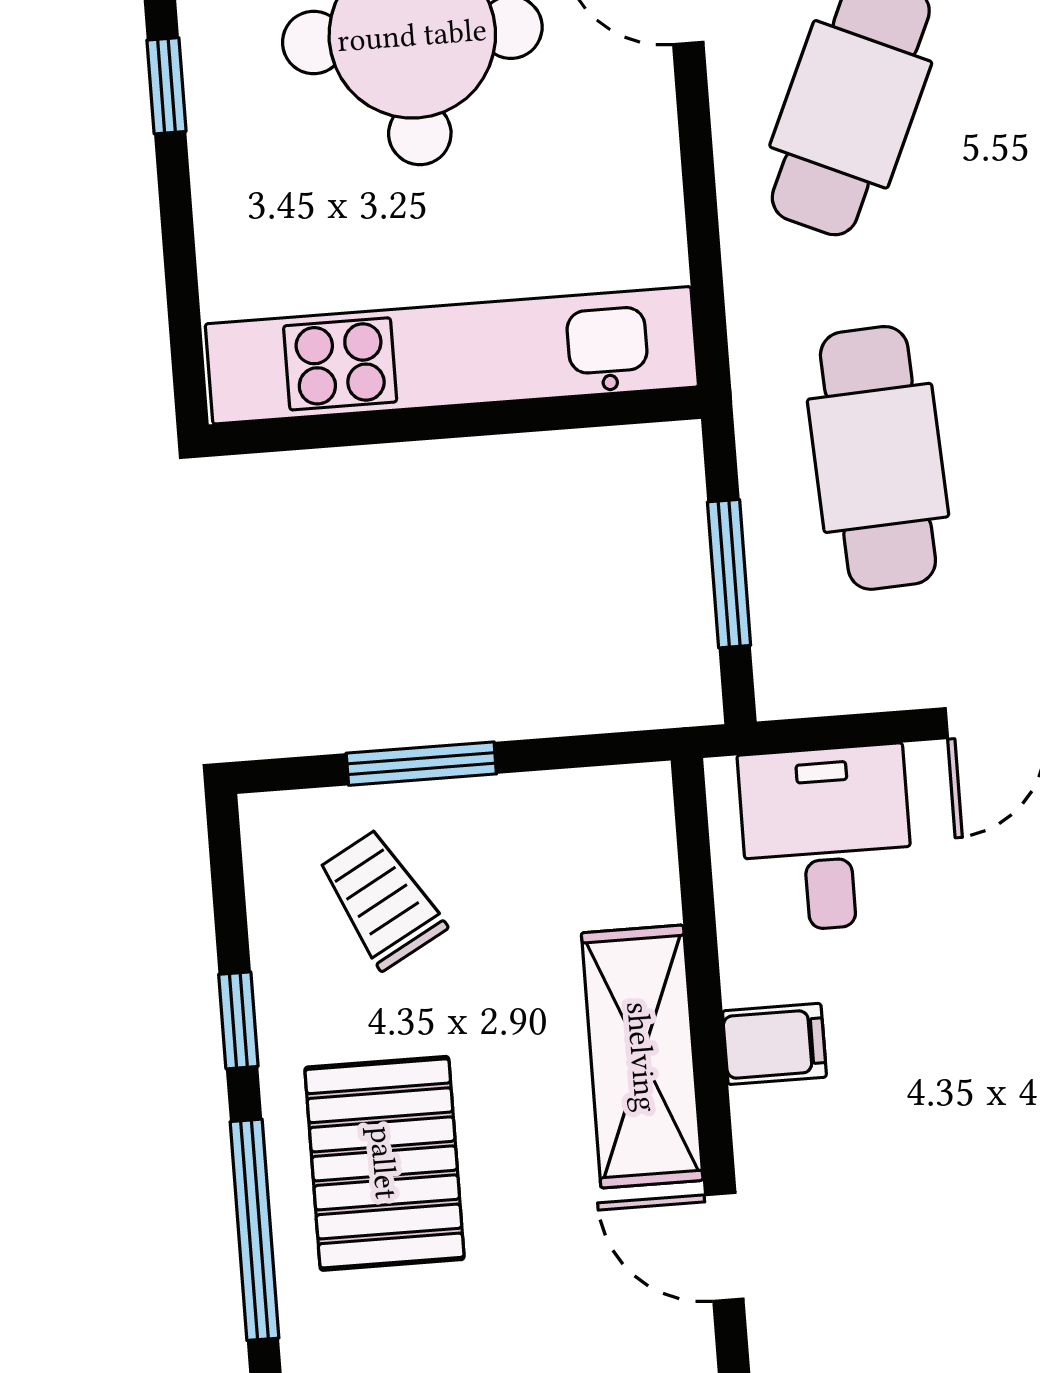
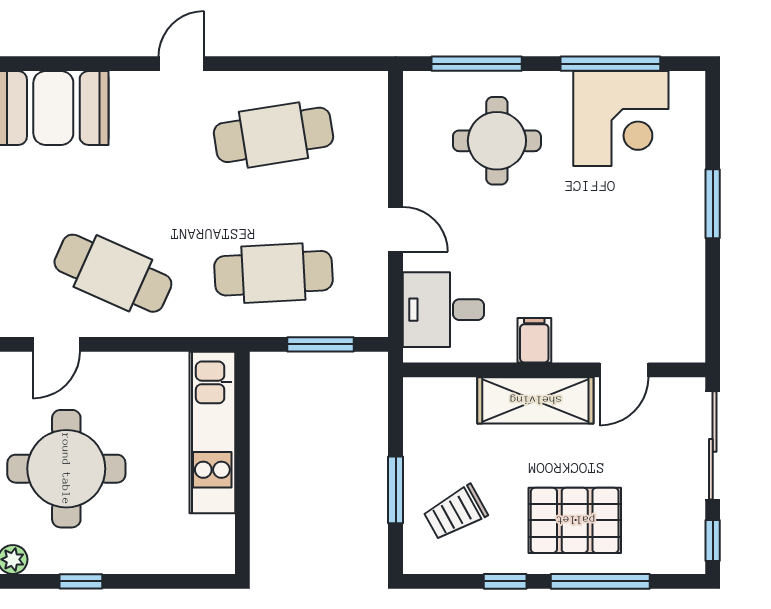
kitchen unit: (452, 355) -> (212, 433), width x0.73

